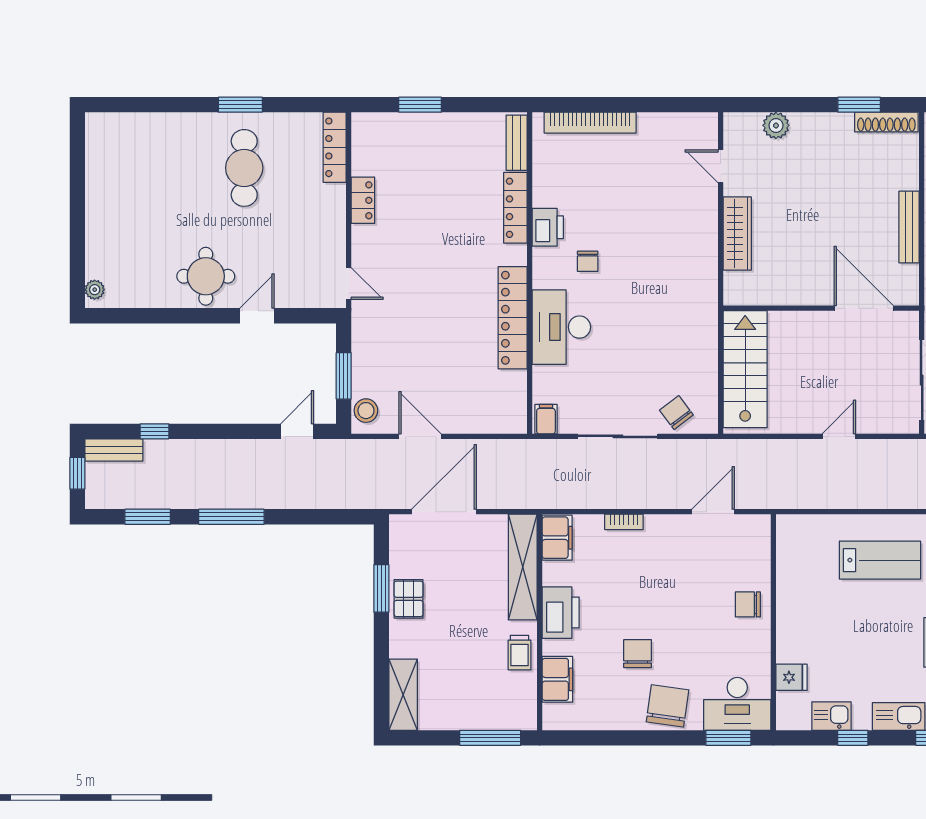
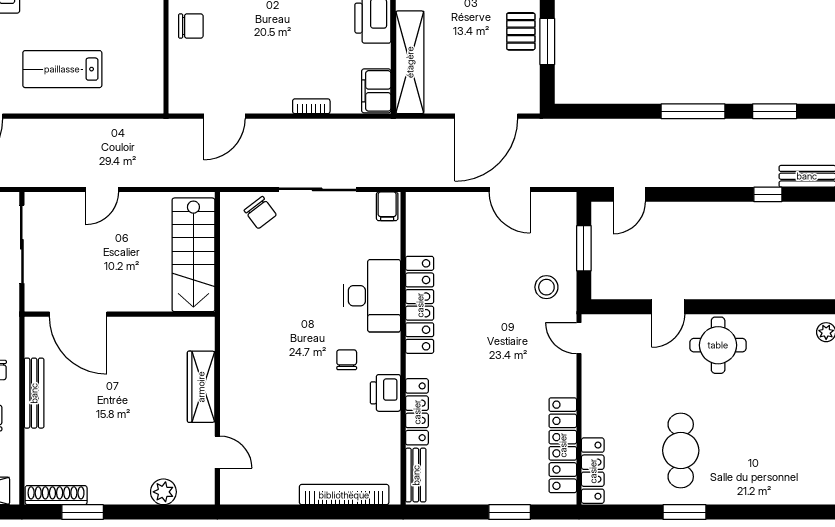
locker: (363, 200) -> (563, 445), width x2.16, depth x1.21
stool: (366, 411) -> (546, 287), moved

